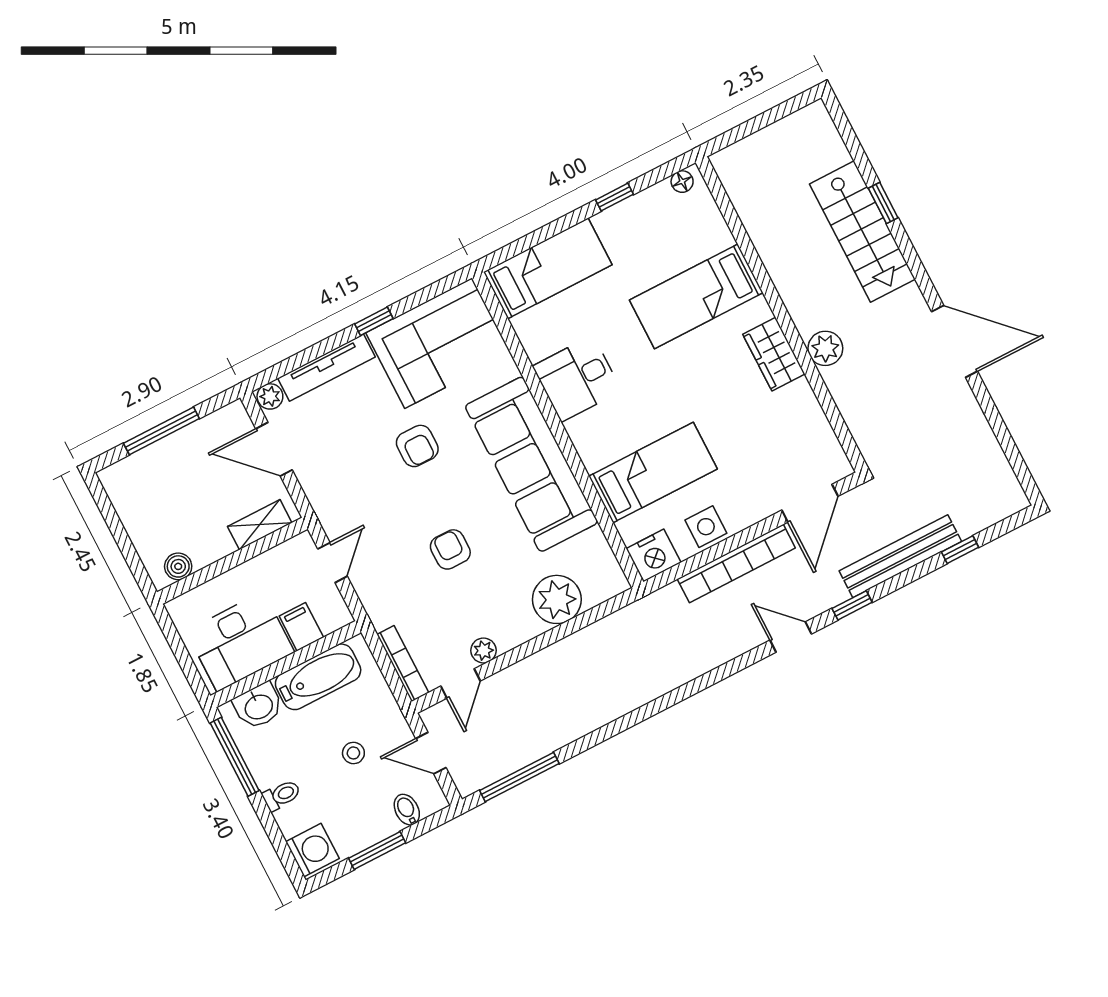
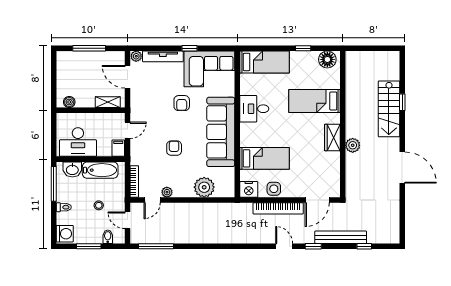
floor lamp: (682, 182) -> (327, 59), width x1.89, depth x1.89
filing cabinet: (301, 627) -> (118, 148), moved

